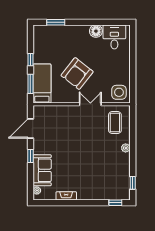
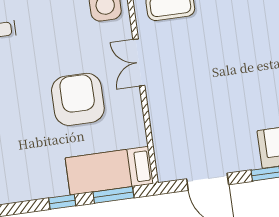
armchair: (77, 74) -> (78, 99), turned -128

